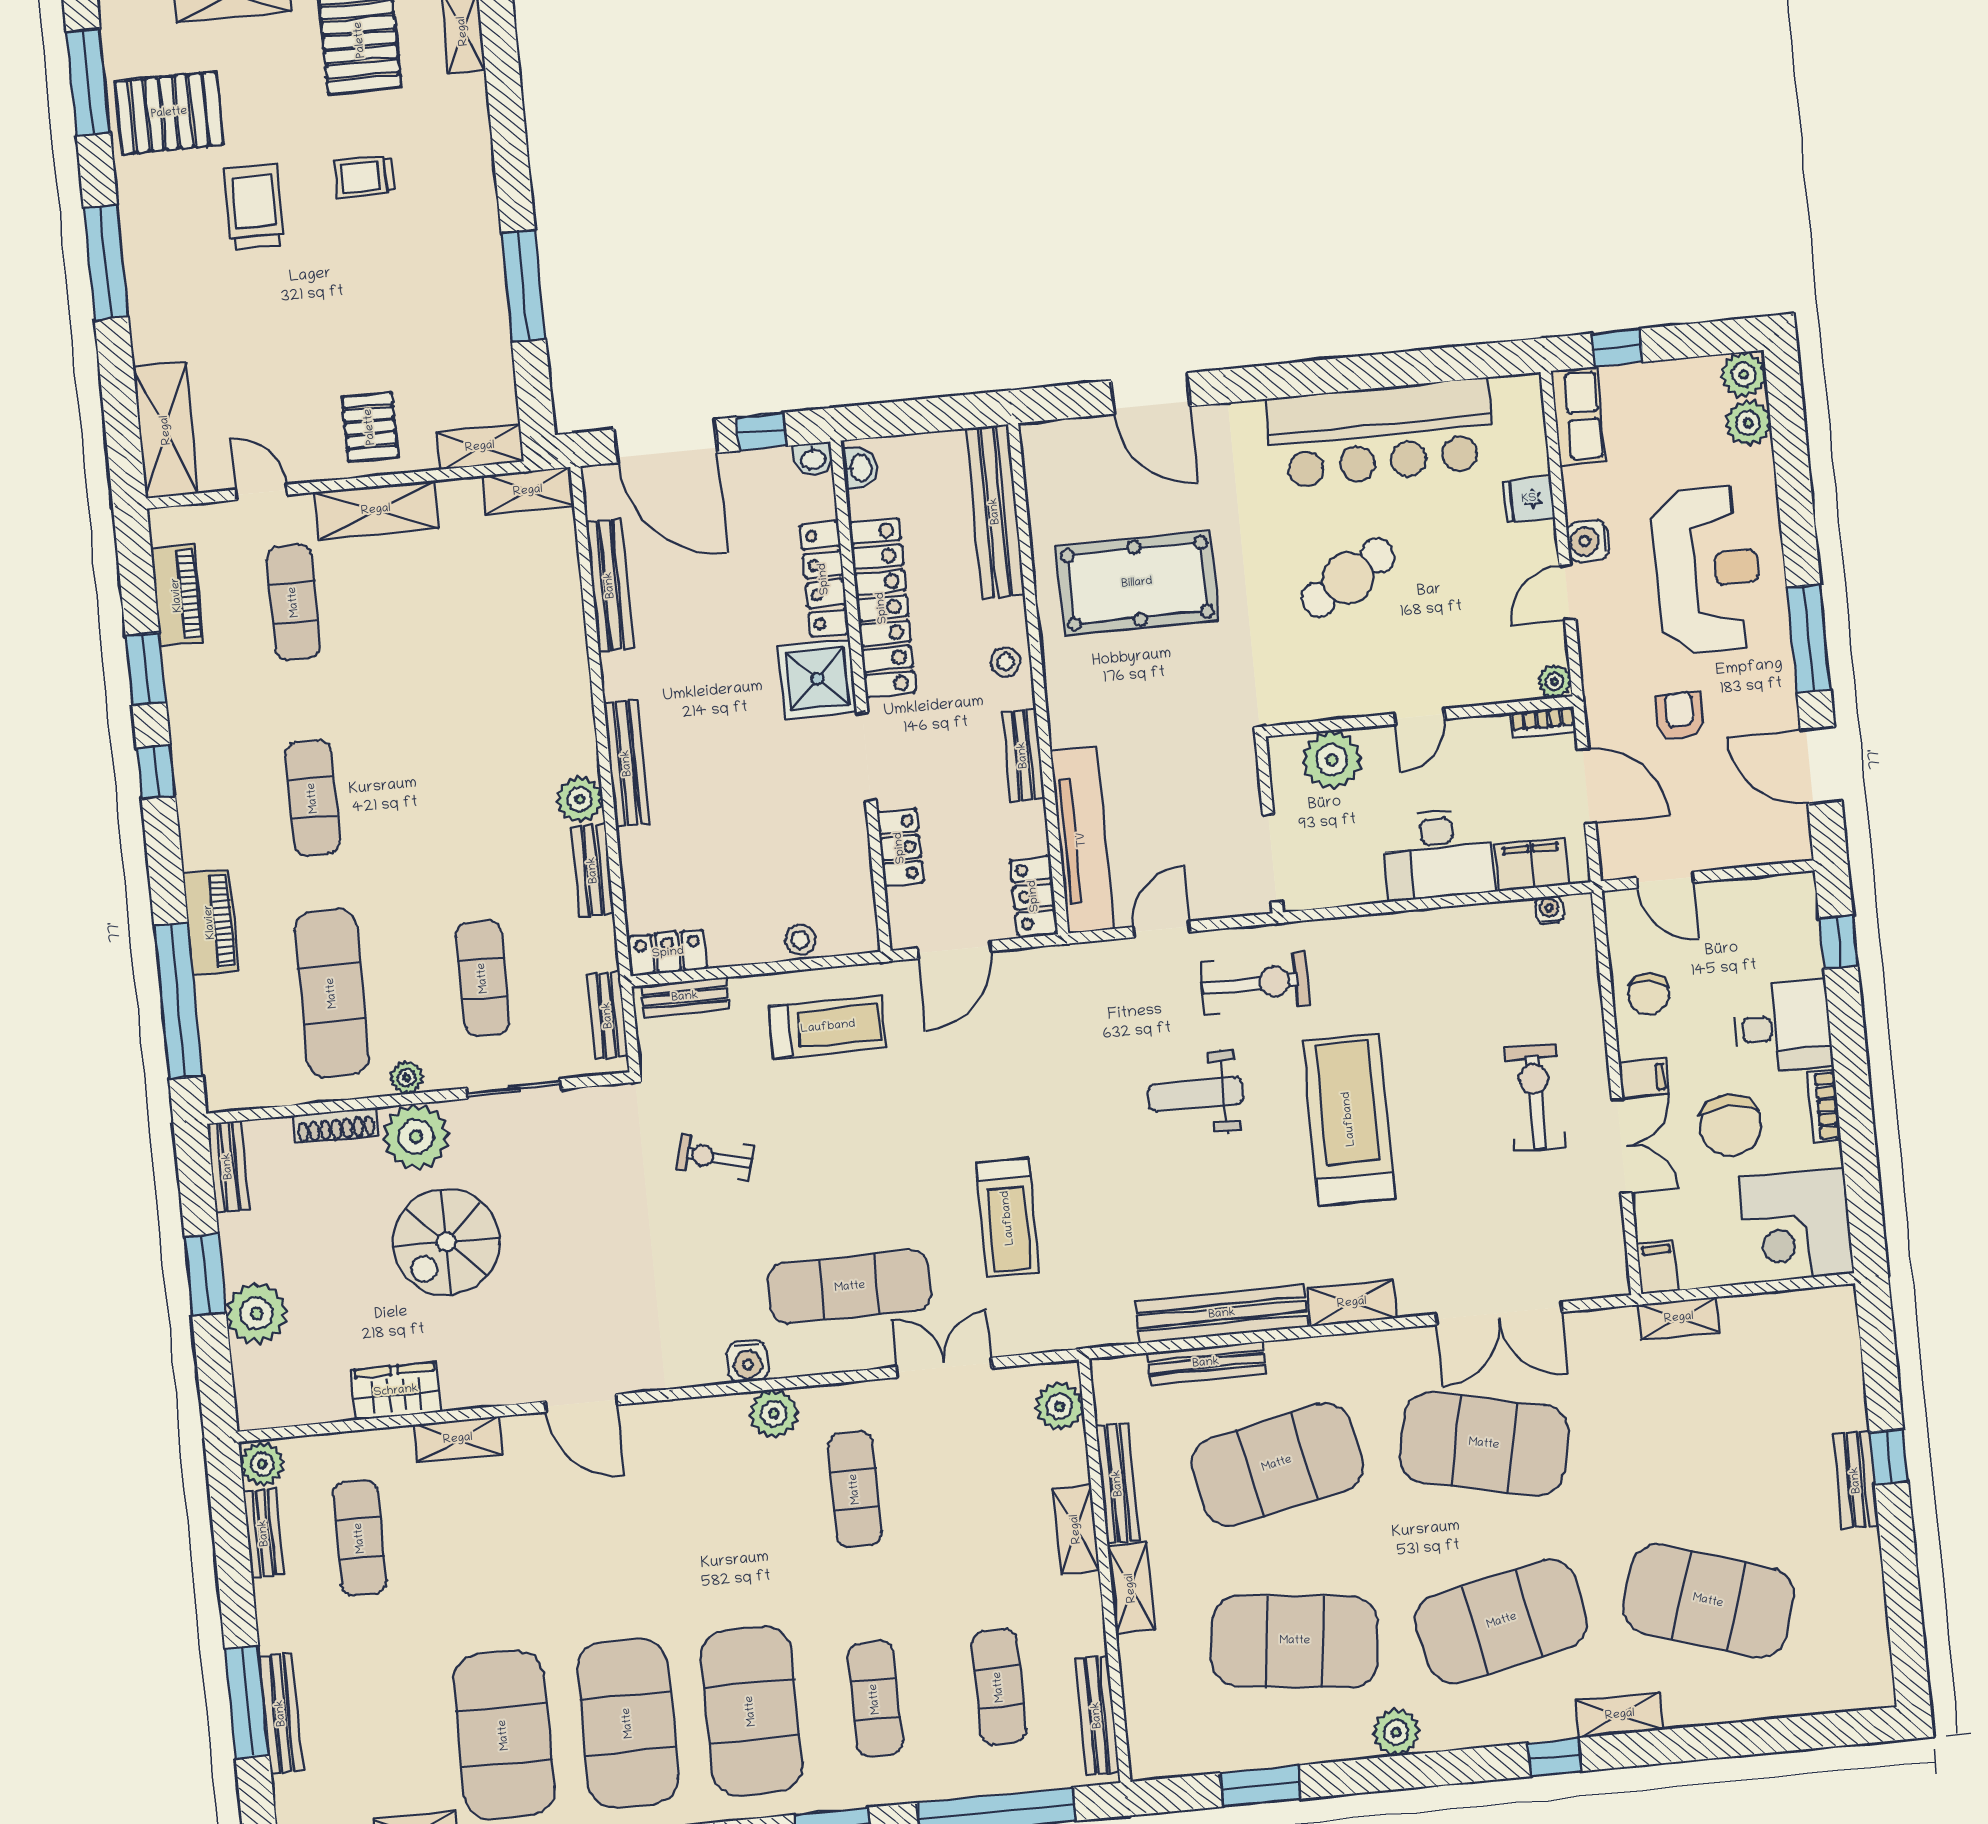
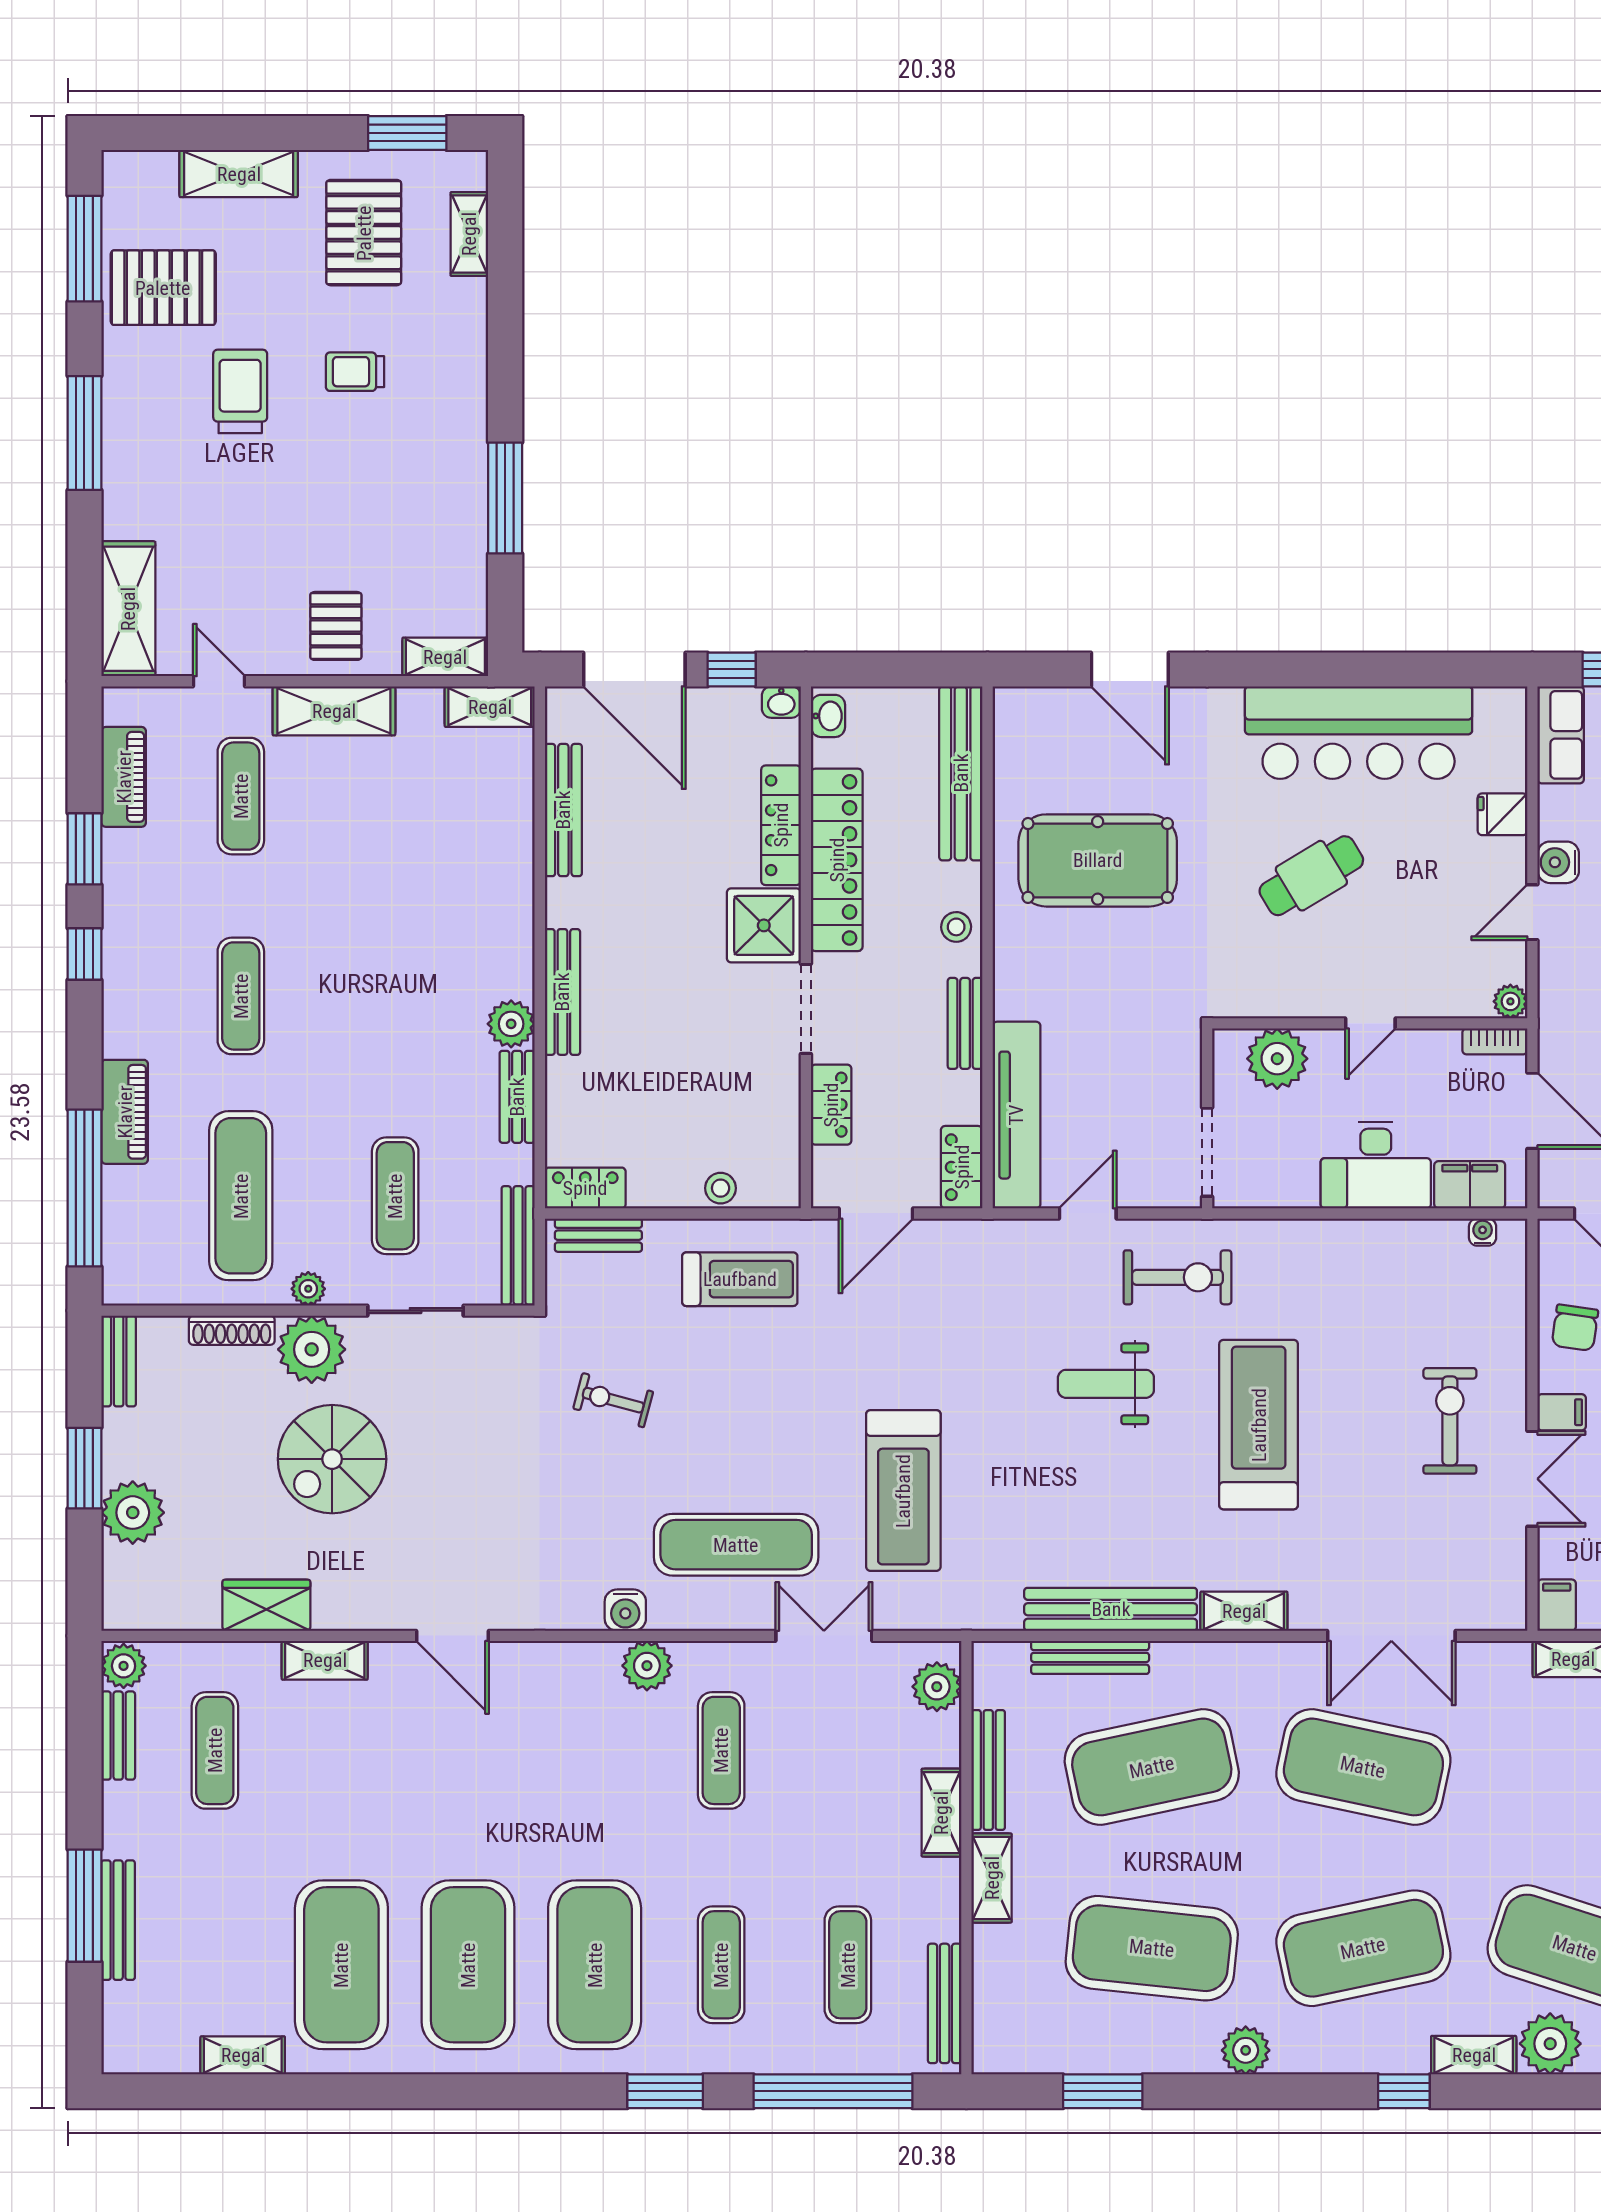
bench: (608, 1015) -> (518, 1245), width x1.36
treadmill: (1008, 1218) -> (903, 1491), width x1.37, depth x1.38
plant: (1693, 1697) -> (1550, 2044), added

